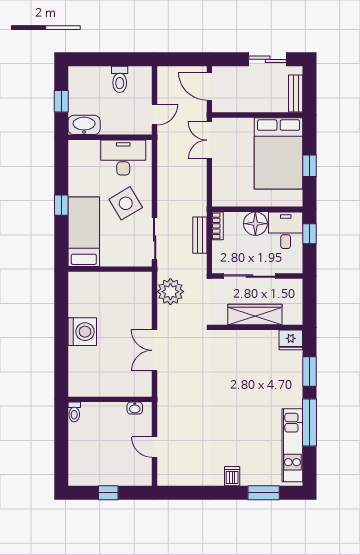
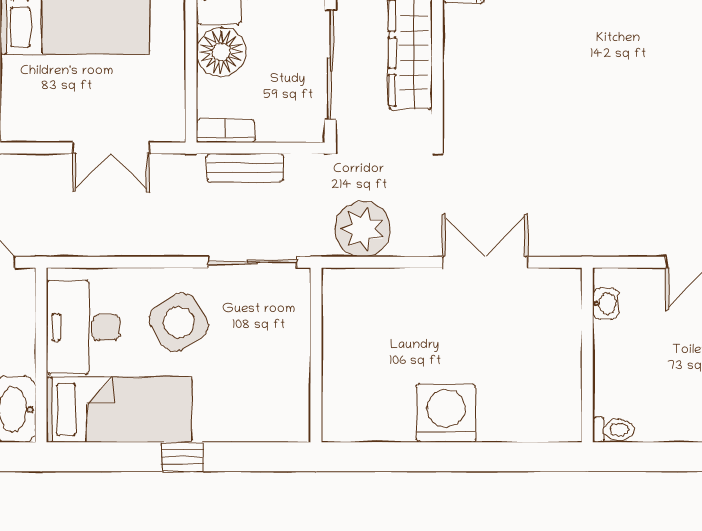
double door: (209, 140) -> (111, 148), moved
bed: (84, 232) -> (119, 410), moved, turned 180
double door: (155, 350) -> (485, 262), swing flipped

